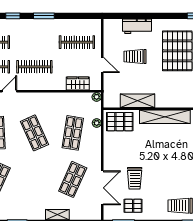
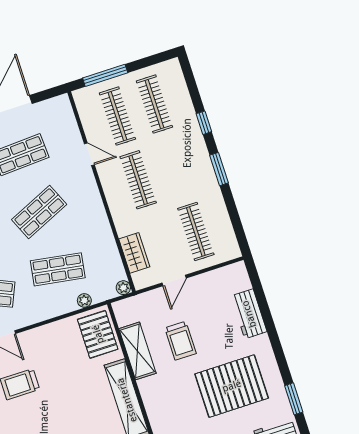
trolley: (135, 56) -> (180, 341), moved, turned 180

